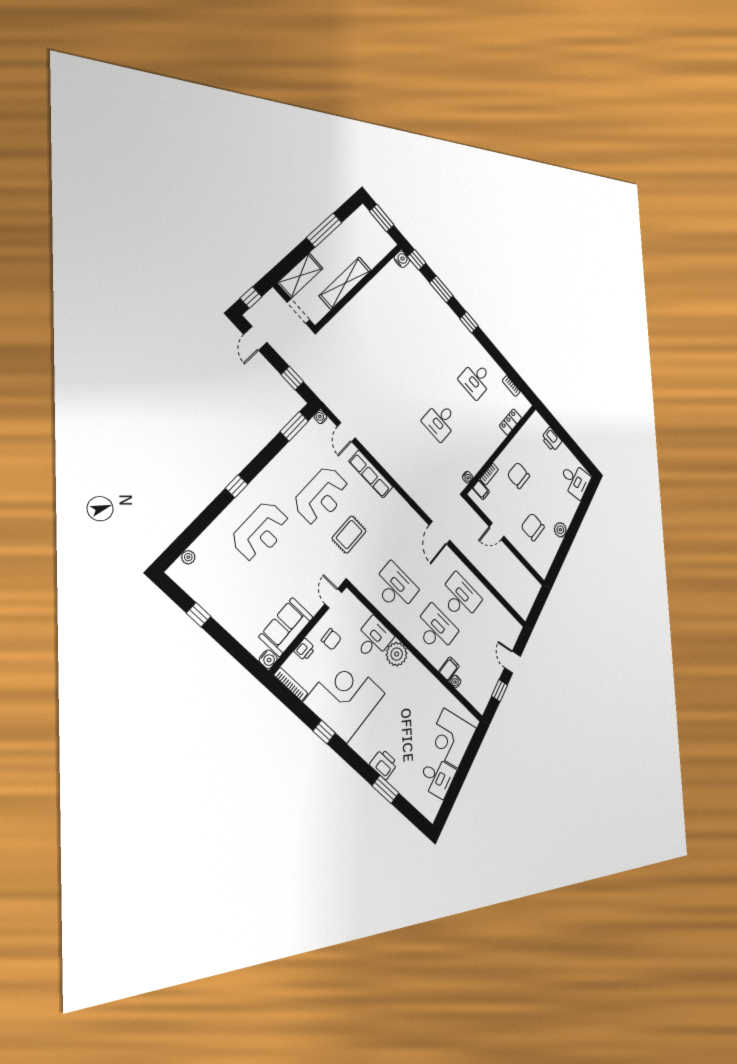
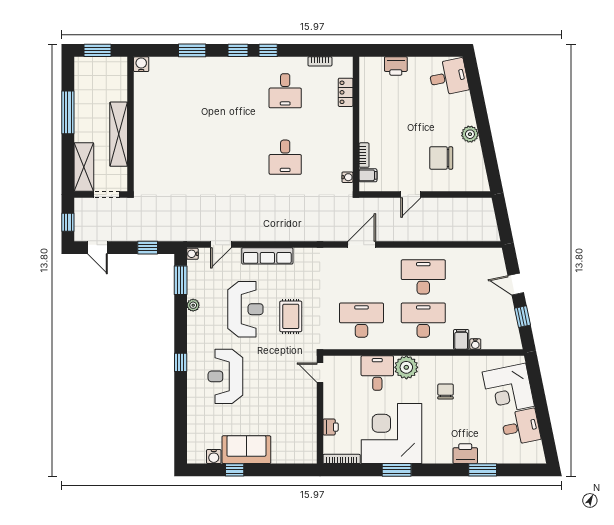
window: (417, 260) -> (268, 50), moved
door: (346, 432) -> (221, 245), hinge flipped
chair: (518, 475) -> (391, 129), removed
reception desk: (261, 532) -> (225, 376), turned 180
door: (439, 533) -> (362, 245), swing flipped
plant: (188, 557) -> (193, 305), moved
sofa: (286, 627) -> (246, 450), moved, turned 90
chair: (331, 639) -> (446, 391), moved, turned -88
water cooler: (268, 659) -> (214, 457), moved, turned 90
window: (324, 732) -> (397, 470), width x1.50

